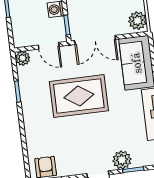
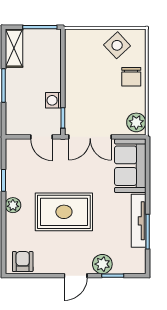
plant: (23, 58) -> (13, 205), moved
rug: (79, 96) -> (64, 212), moved

